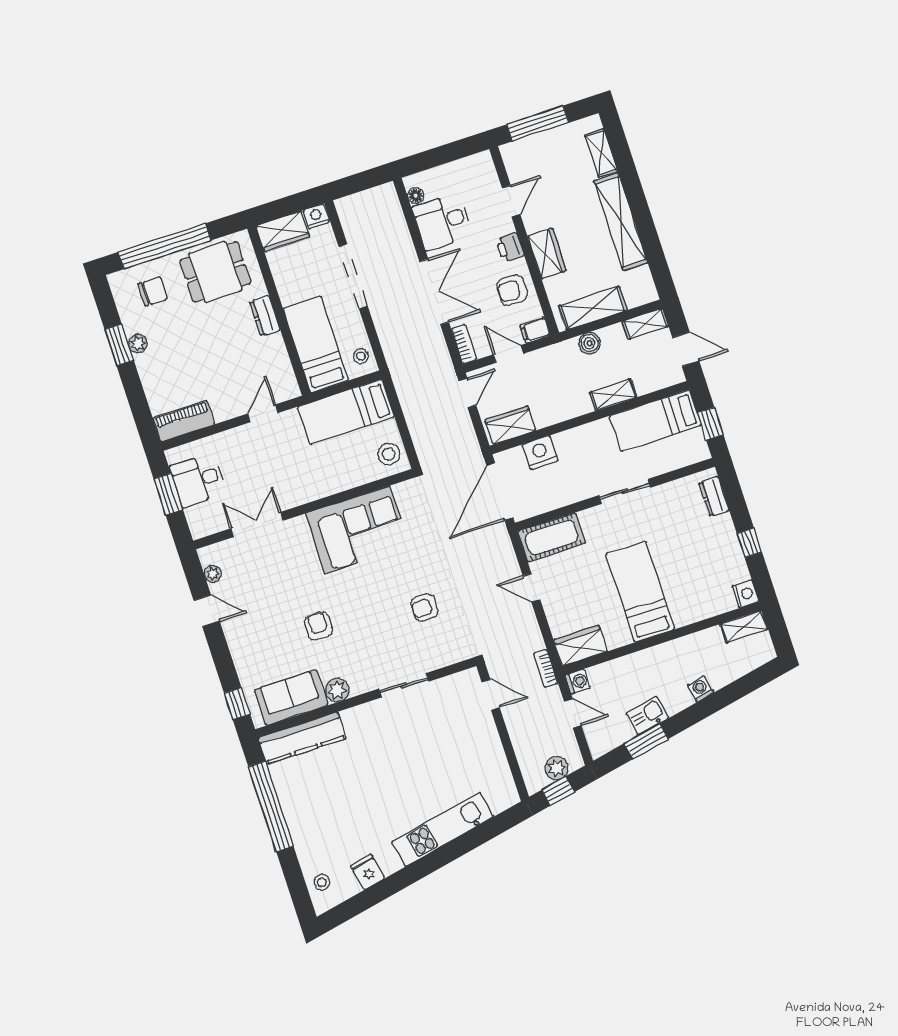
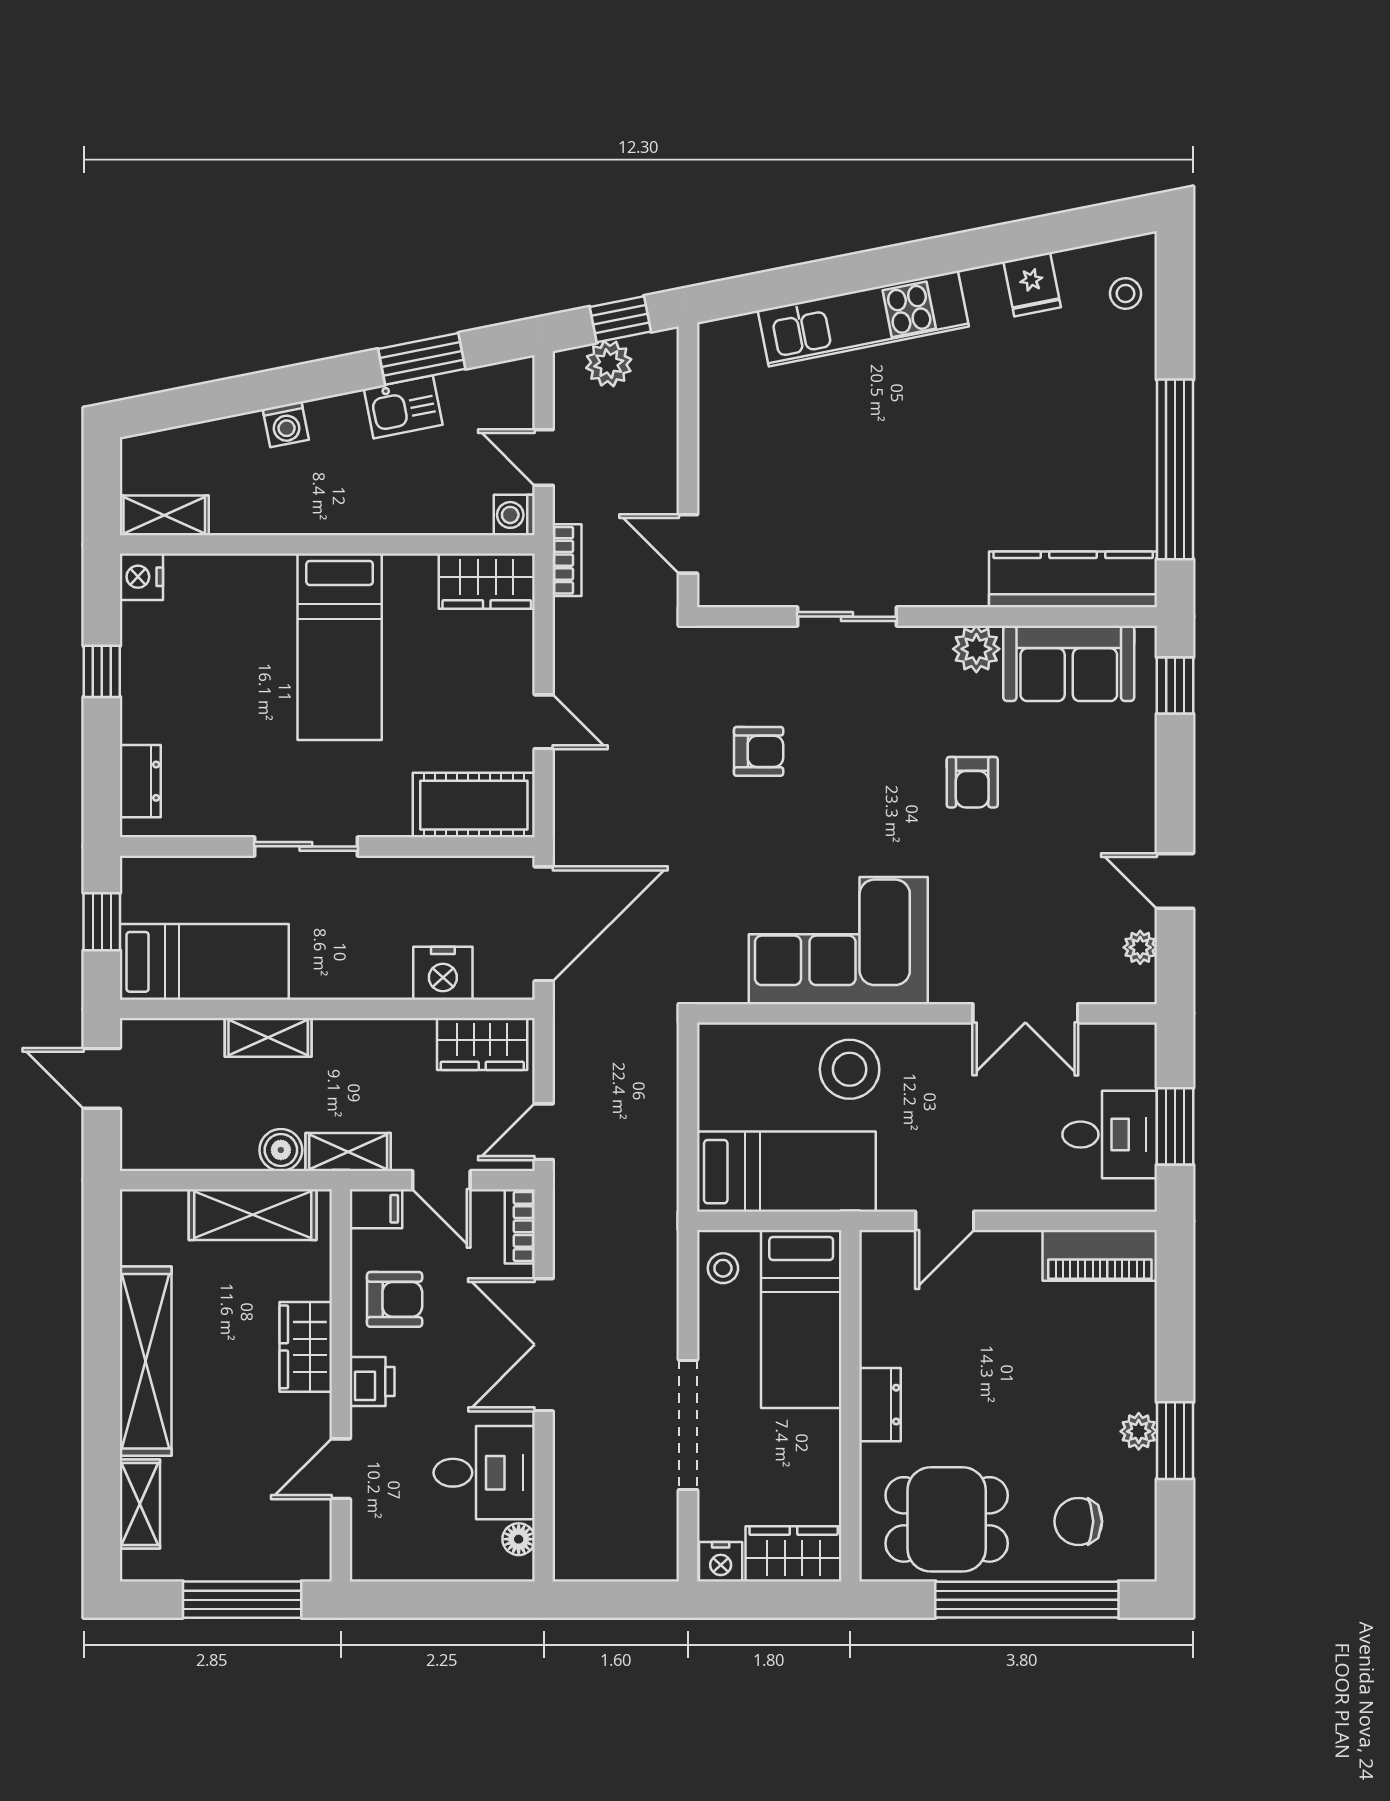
shelving: (645, 324) -> (348, 1152), moved
stool: (389, 454) -> (850, 1069), moved, width x1.38, depth x1.38

